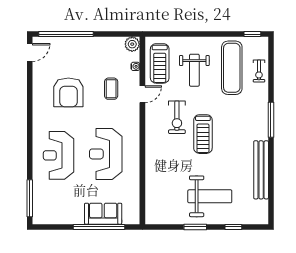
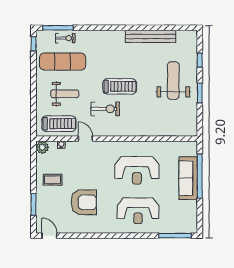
window: (66, 34) -> (33, 204), width x0.47
coffee table: (111, 89) -> (53, 180), moved
window: (271, 120) -> (58, 28), moved
sofa: (103, 214) -> (188, 178), width x1.36

